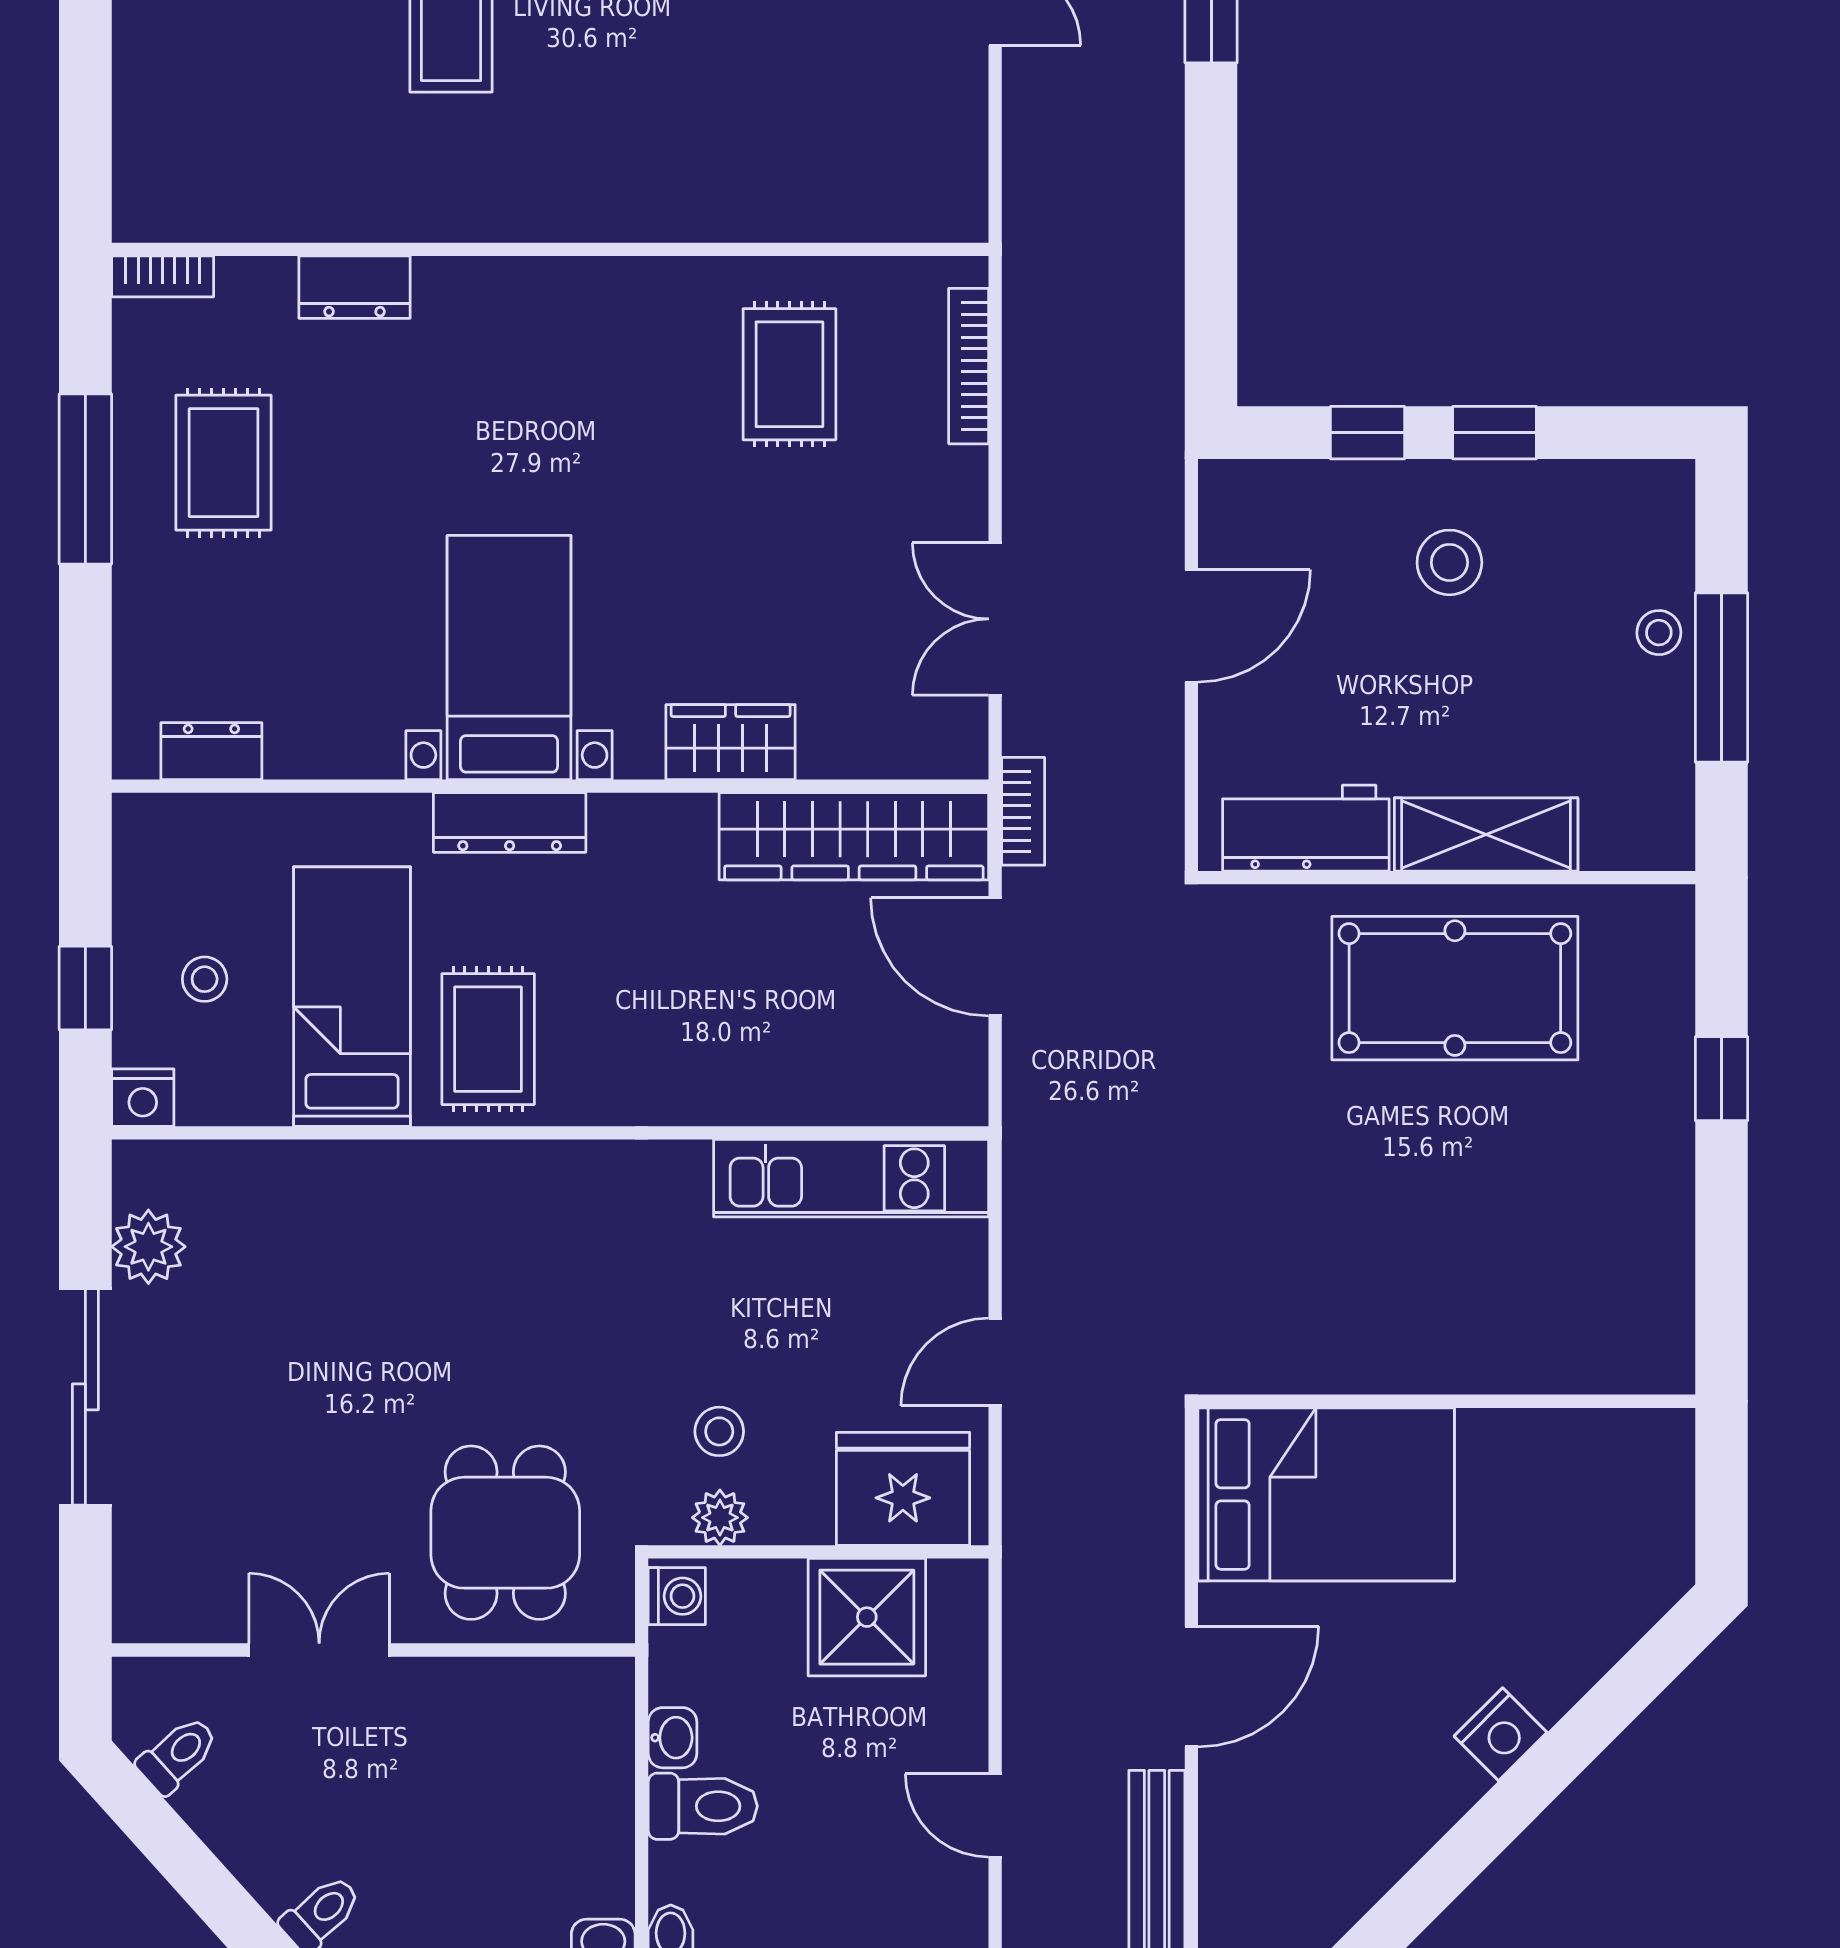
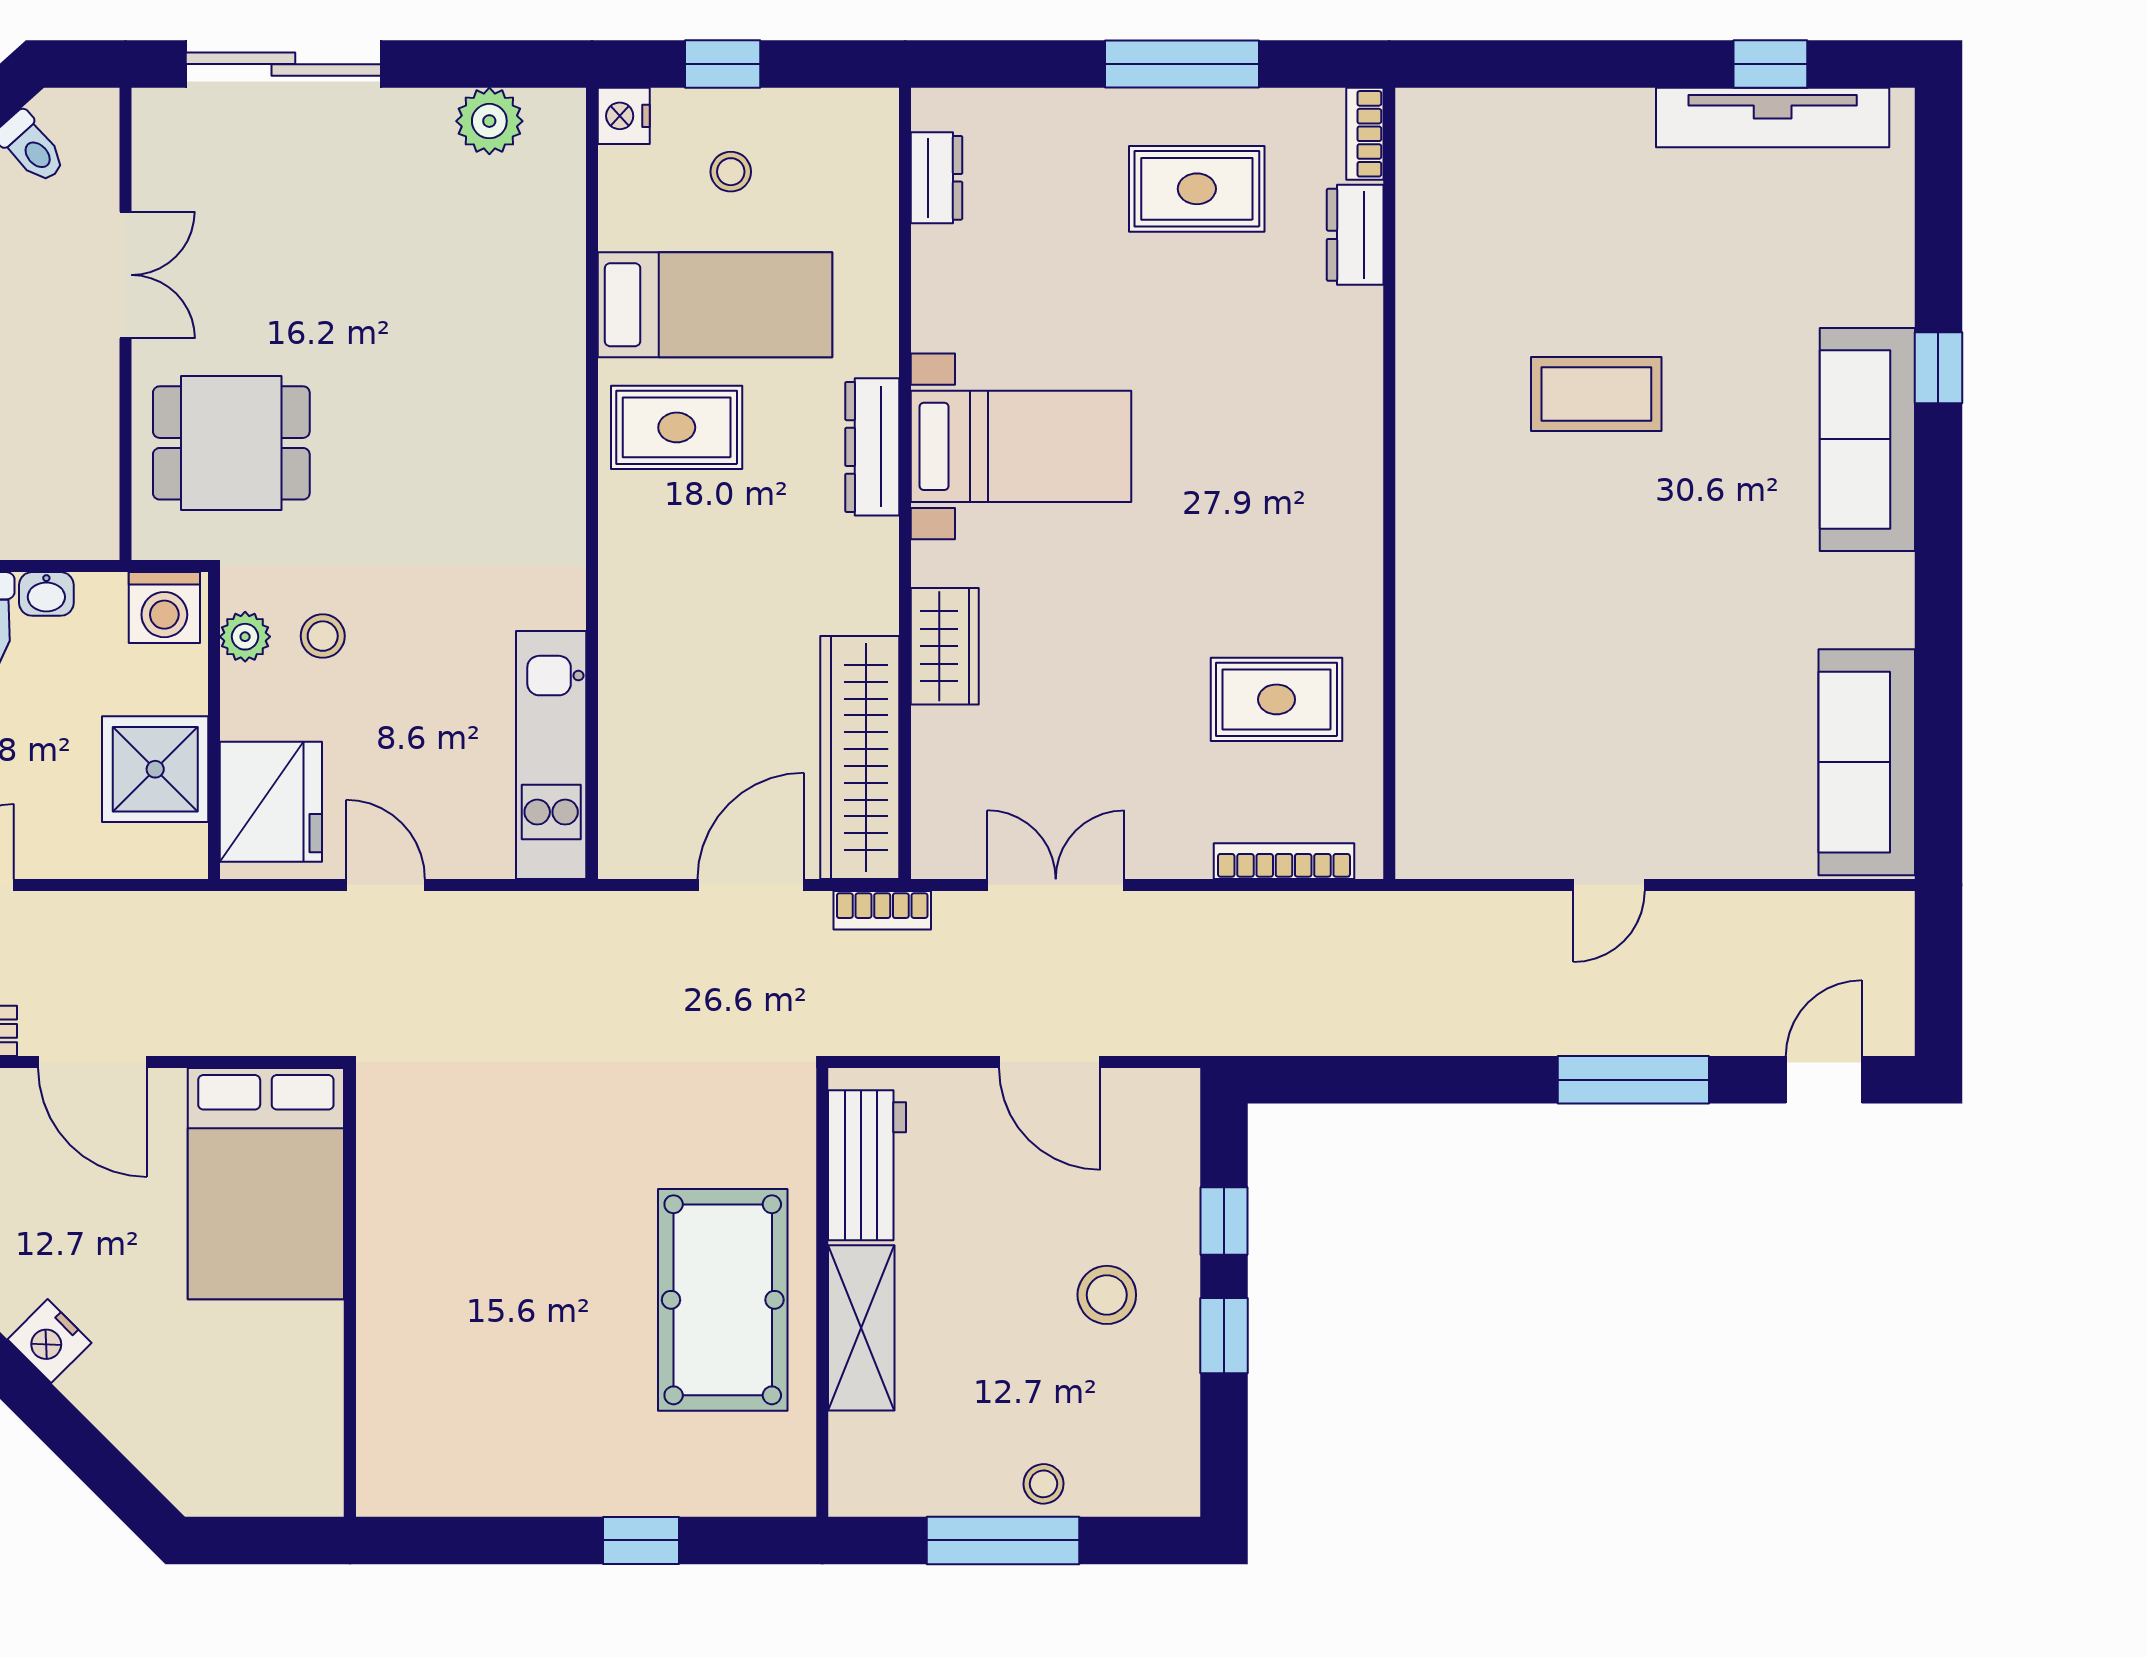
dresser: (355, 287) -> (1355, 235), moved
sliding door: (85, 1397) -> (283, 64), moved
washing machine: (677, 1596) -> (164, 607), width x1.38, depth x1.38

